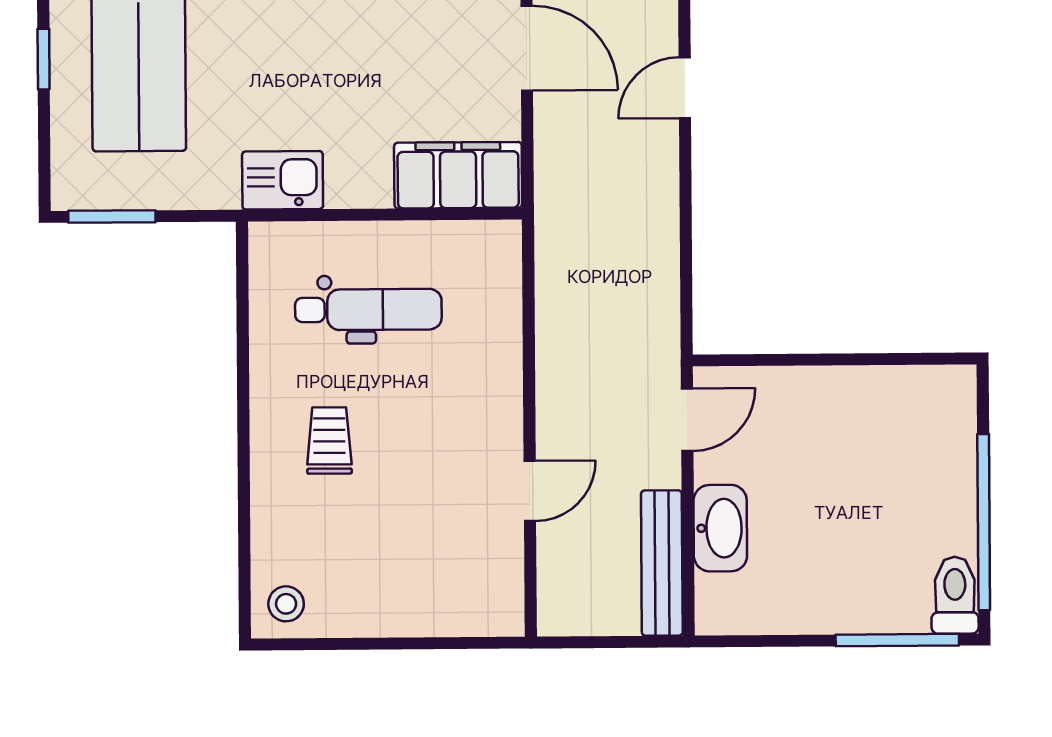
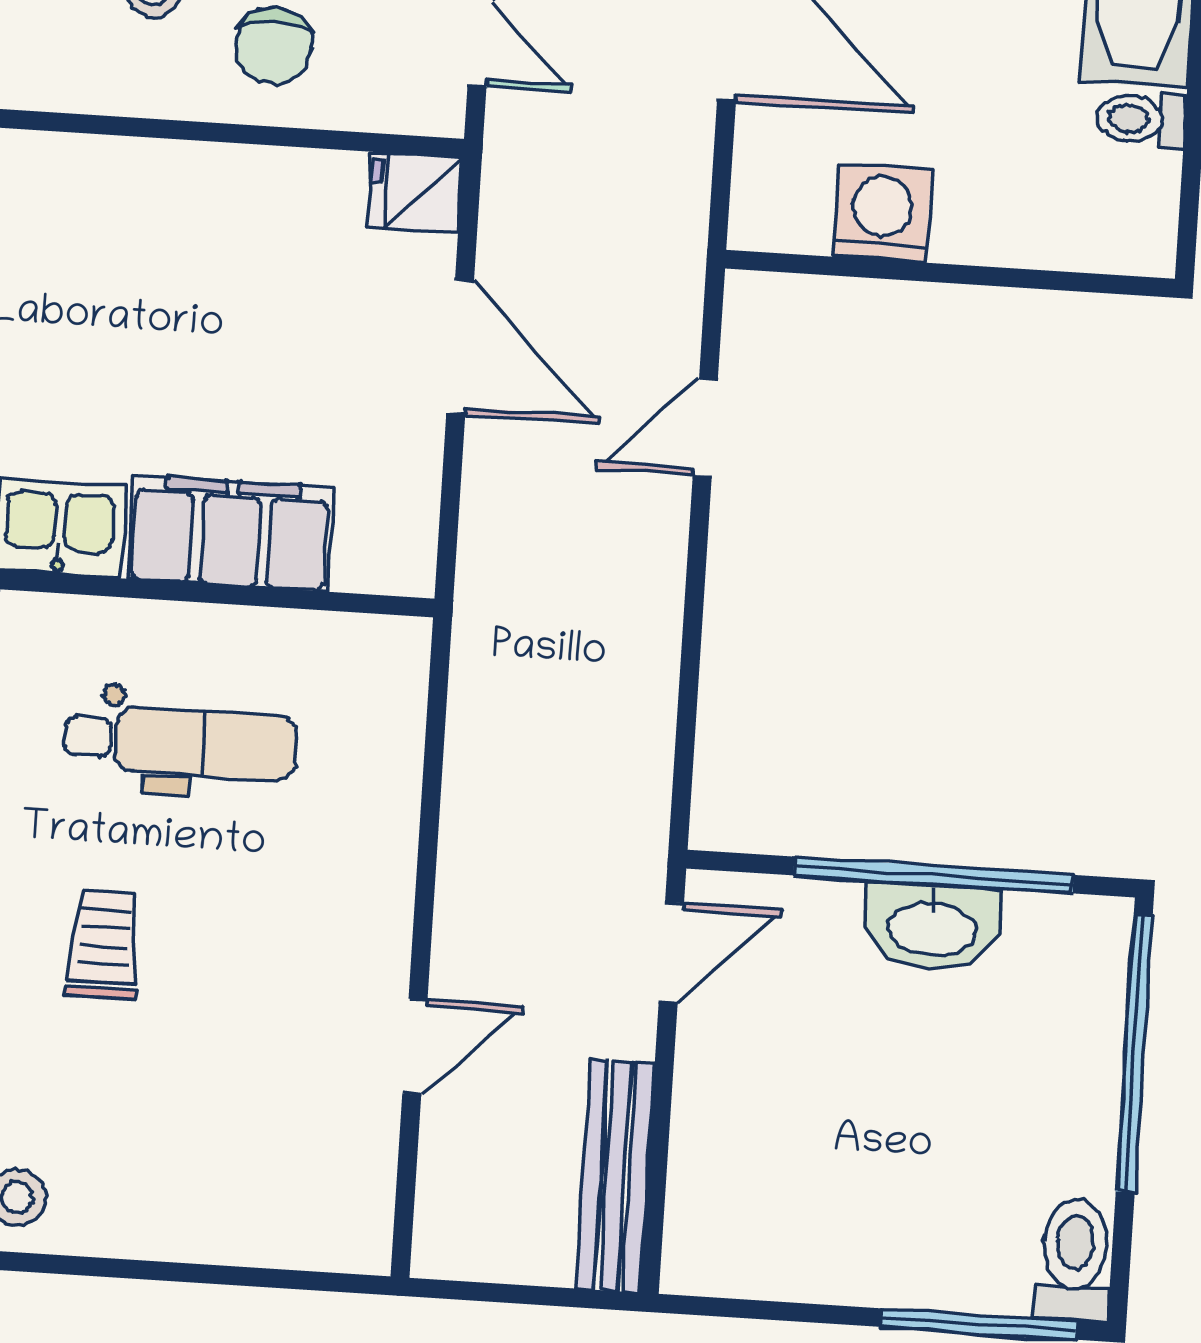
filing cabinet: (458, 175) -> (230, 533), moved
window: (849, 359) -> (934, 875), added
window: (984, 522) -> (1134, 1053), moved
washbasin: (720, 528) -> (932, 926), moved, turned 90

